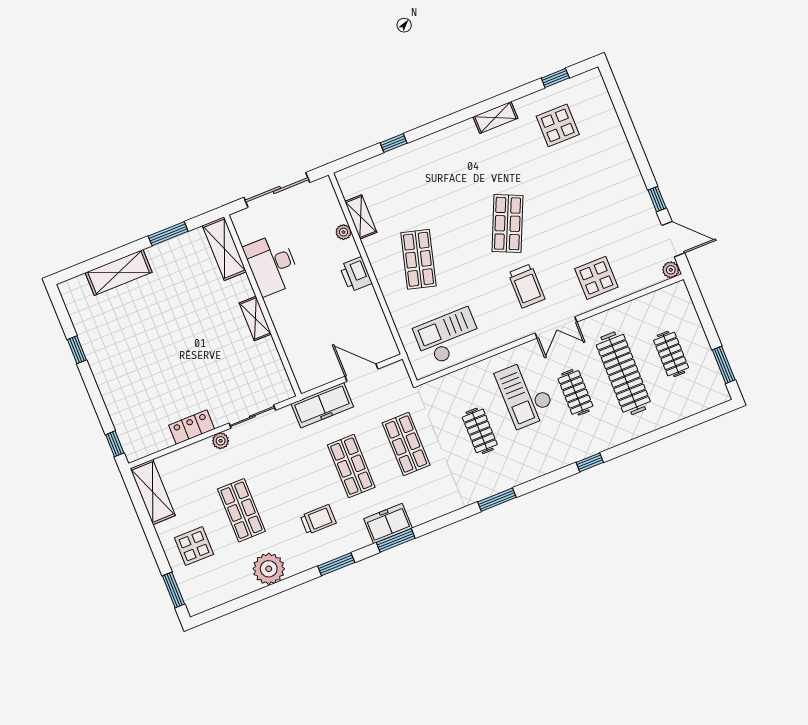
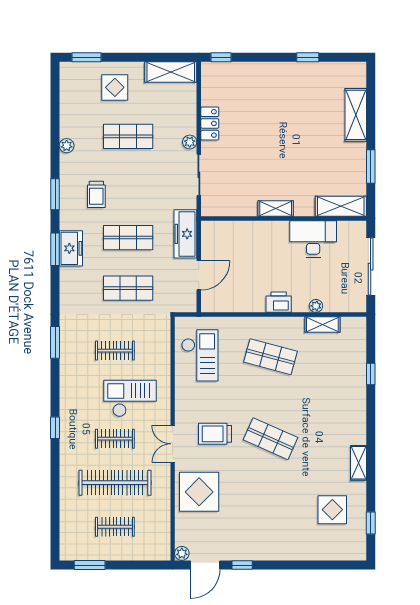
display table: (596, 278) -> (199, 492), width x1.36, depth x1.36
plant: (269, 569) -> (67, 146), width x0.53, depth x0.53

